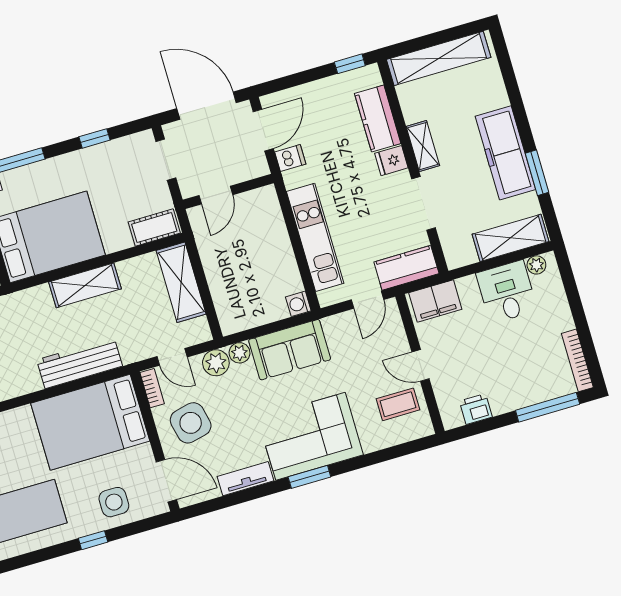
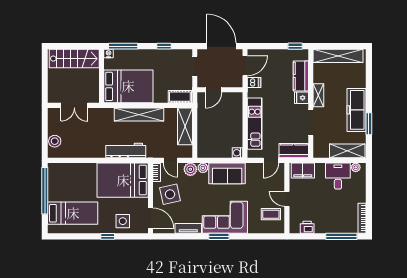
shelving: (85, 285) -> (139, 114), width x1.47

